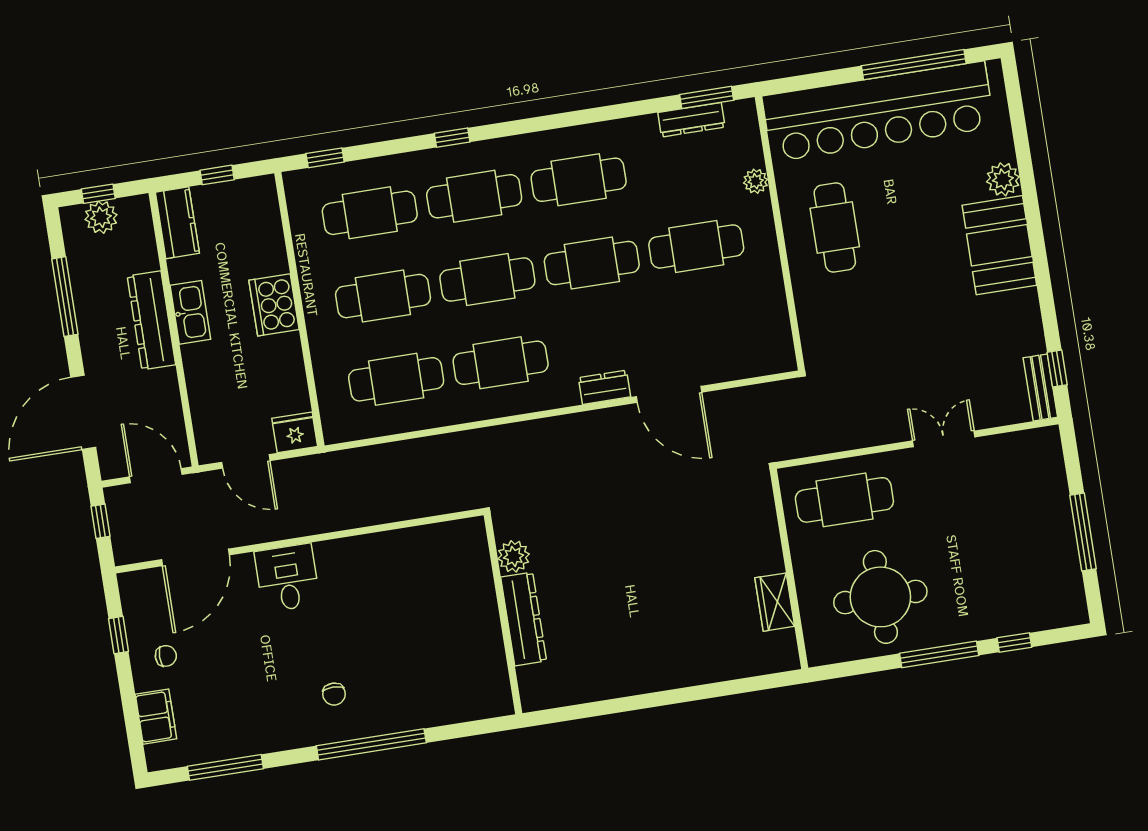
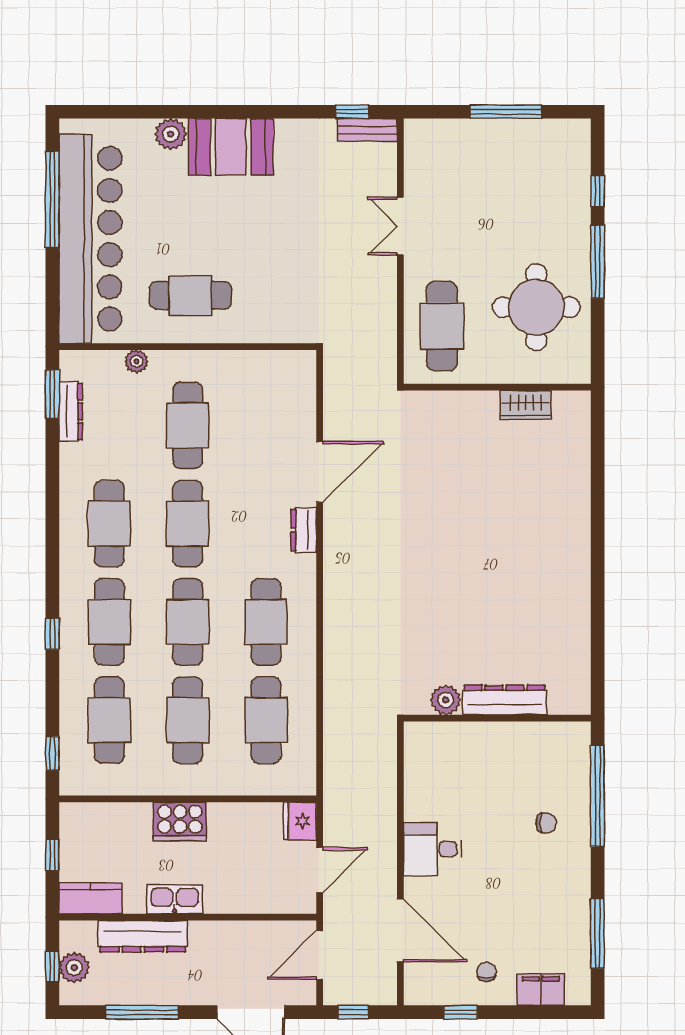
dresser: (151, 320) -> (143, 936), moved
plant: (514, 556) -> (446, 700), moved
wall: (503, 614) -> (497, 718), moved
dresser: (524, 619) -> (505, 700), moved

